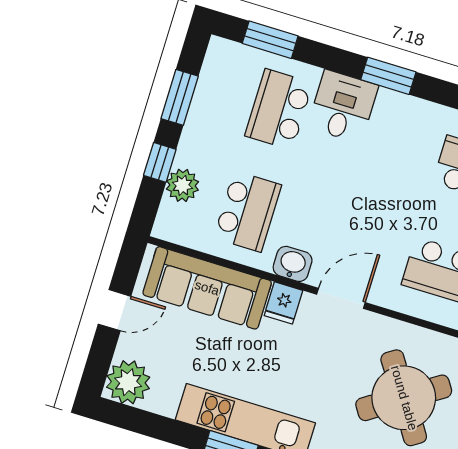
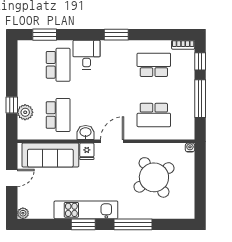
window: (388, 76) -> (116, 35), moved
window: (180, 97) -> (12, 73), removed
school desk: (279, 109) -> (58, 65), turned 180
plant: (128, 382) -> (23, 213), width x0.53, depth x0.53

